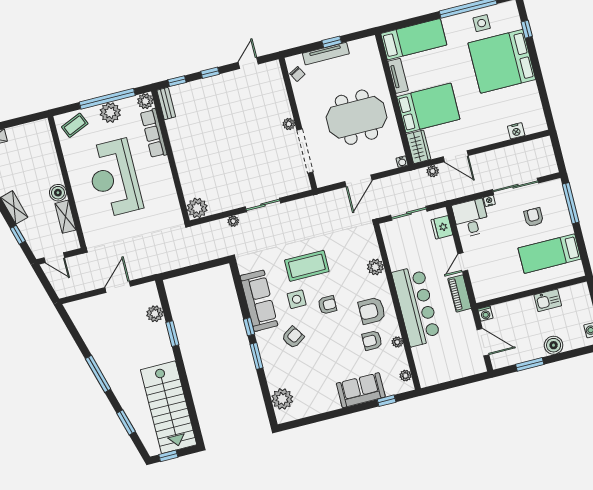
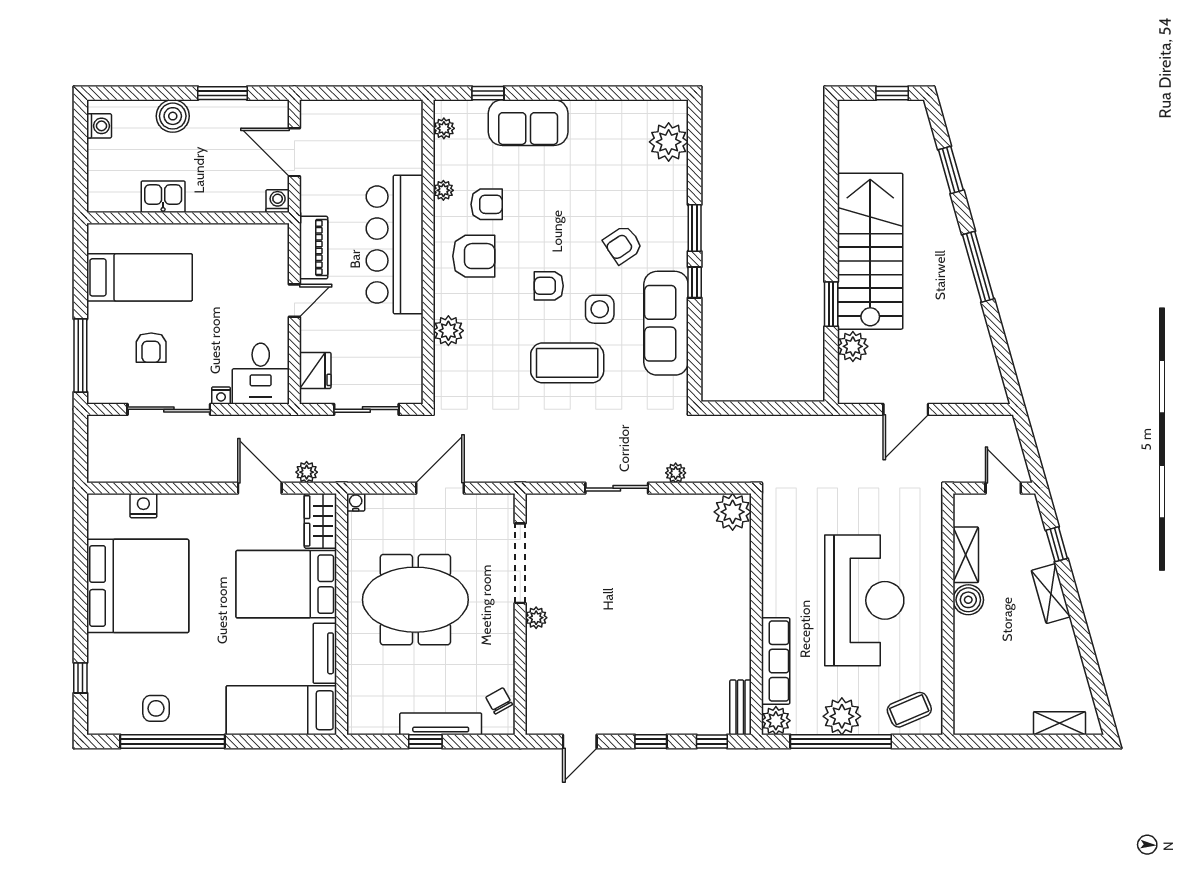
bed: (502, 61) -> (138, 586), moved
stairs: (169, 407) -> (870, 251), moved

